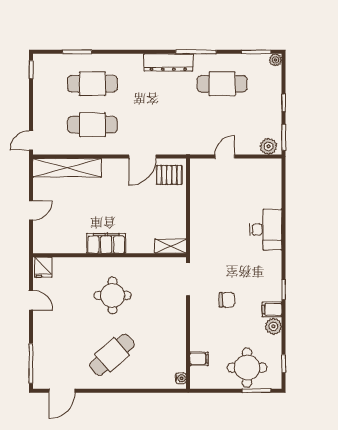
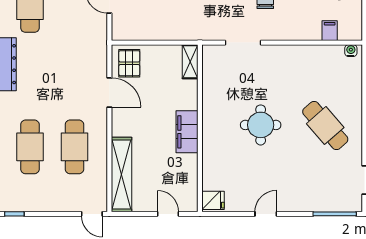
filing cabinet: (106, 243) -> (187, 132), moved
shelving: (170, 246) -> (190, 62), moved
wall: (110, 255) -> (200, 128), moved
fridge: (43, 267) -> (213, 200), moved

